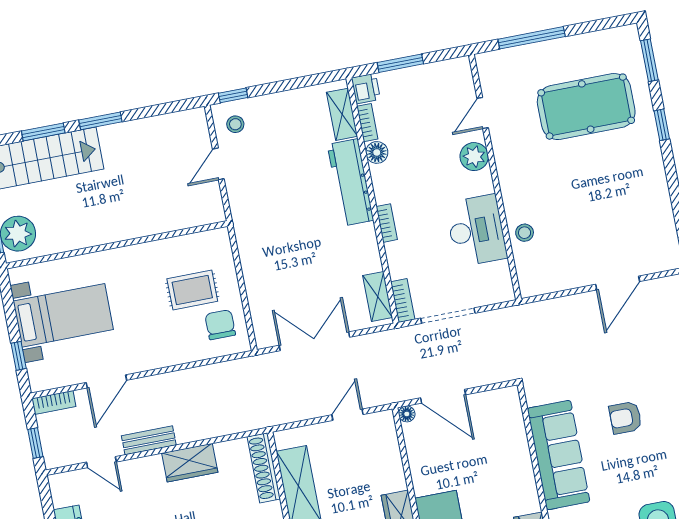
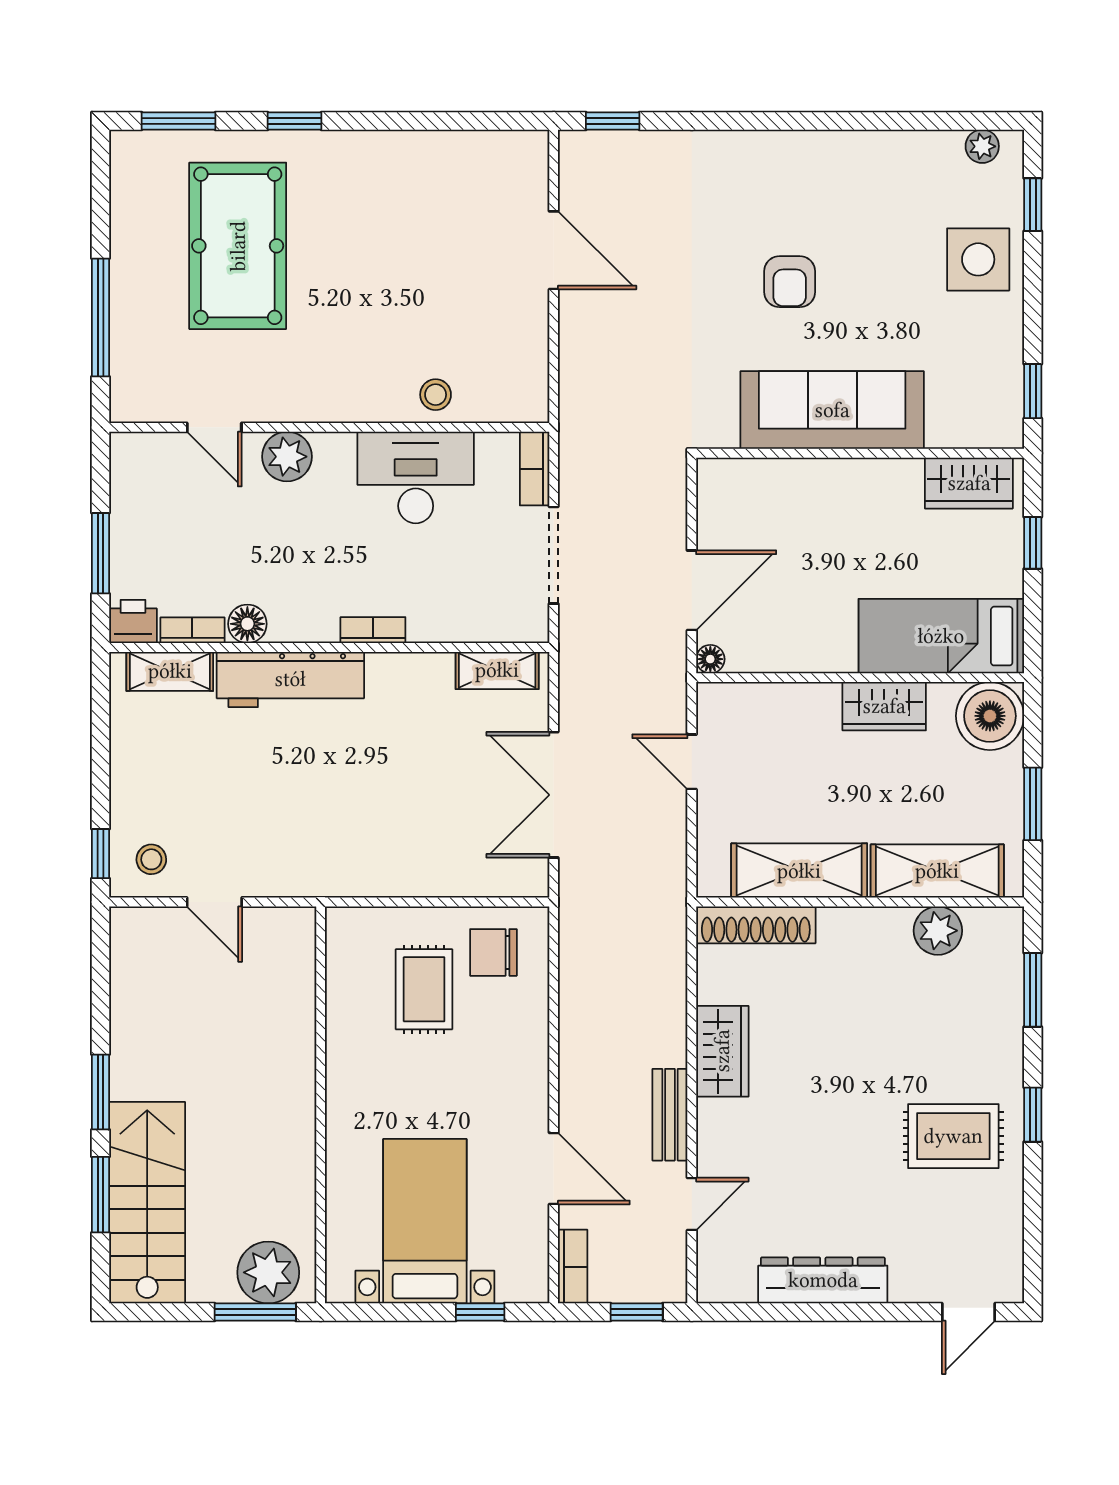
bookcase: (403, 301) -> (535, 469), moved, turned -90

